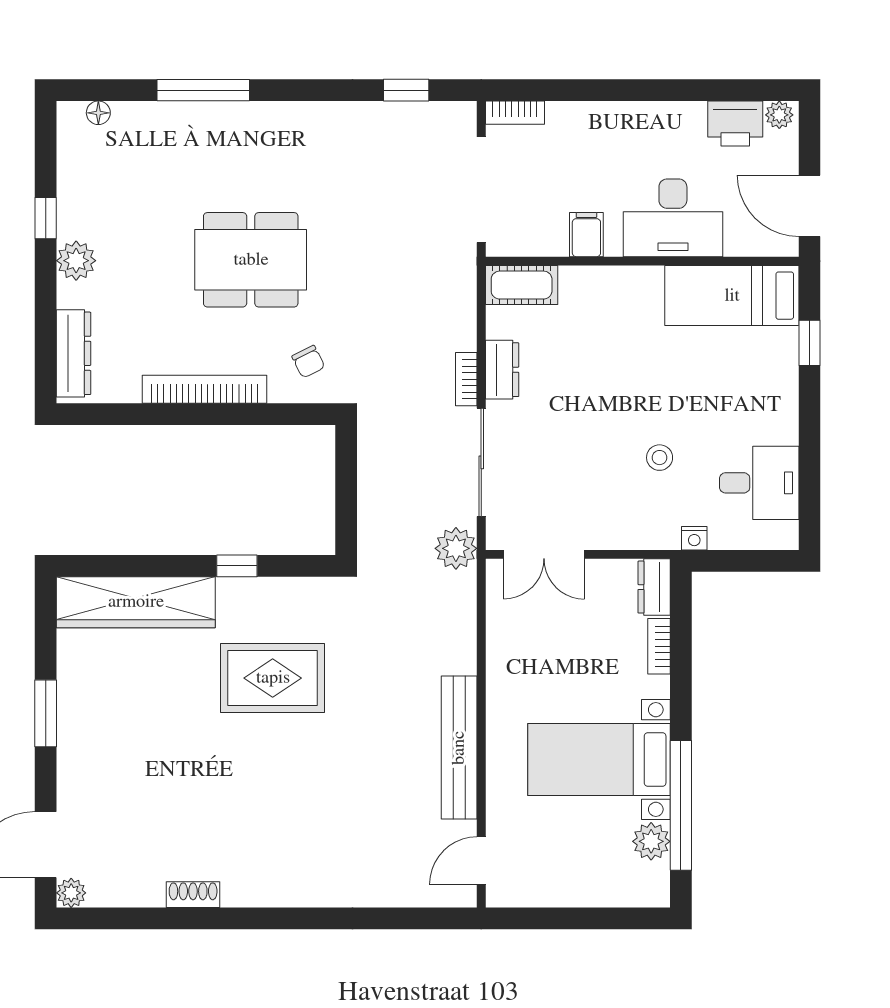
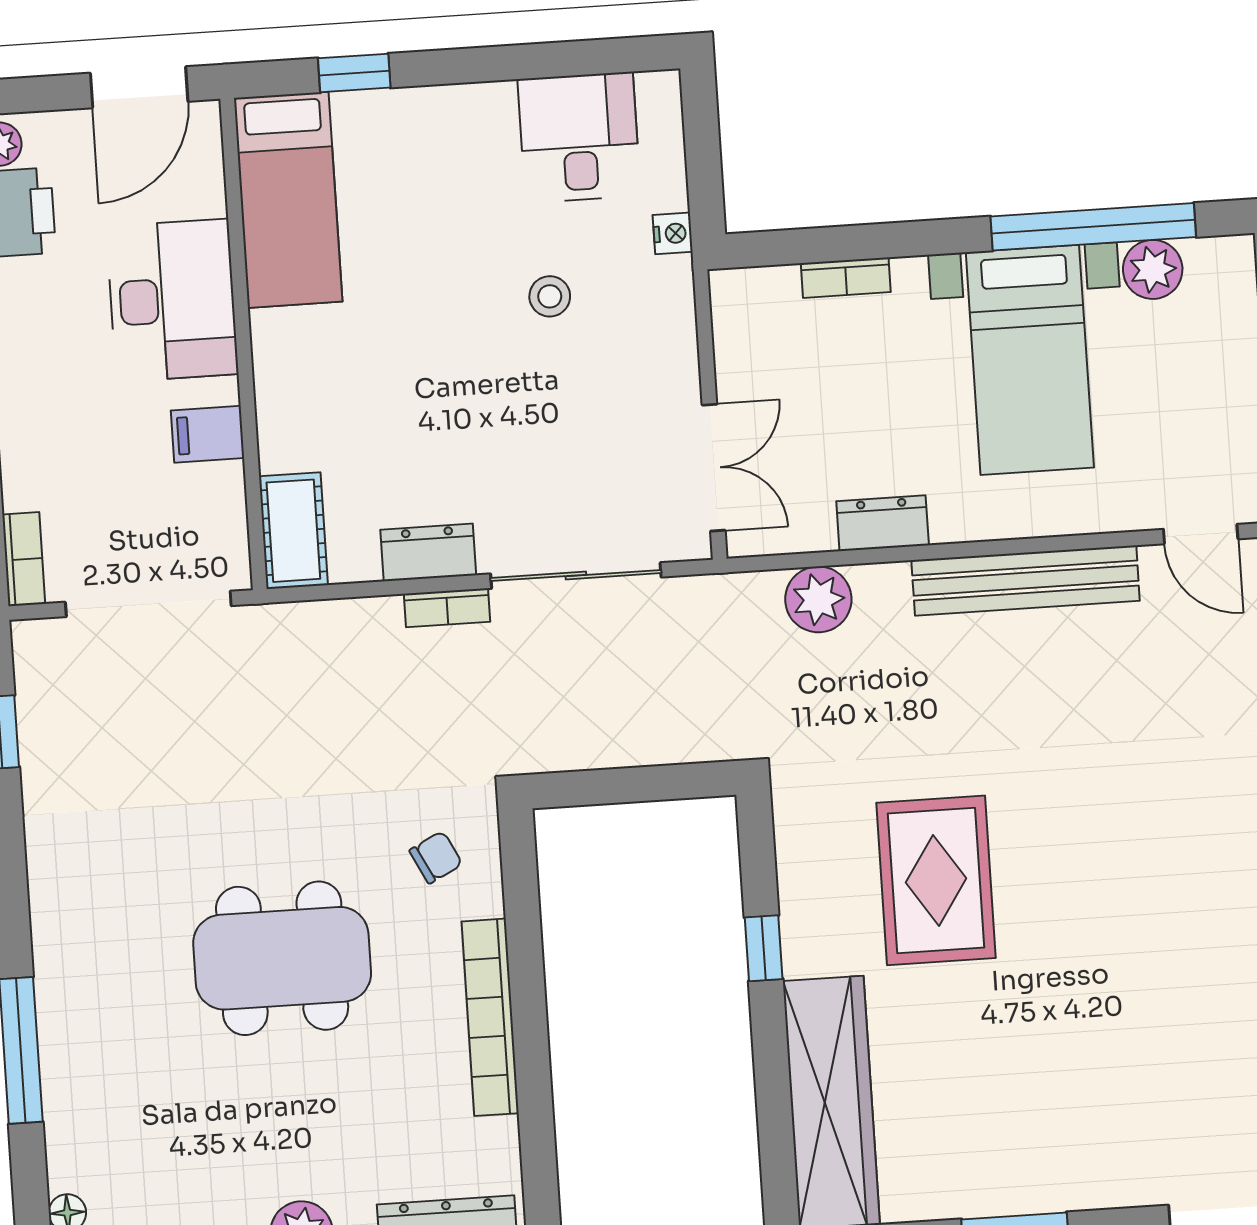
dining table: (251, 260) -> (282, 958), turned 90
plant: (456, 548) -> (818, 599), moved
dresser: (654, 587) -> (883, 523), moved, turned 180

